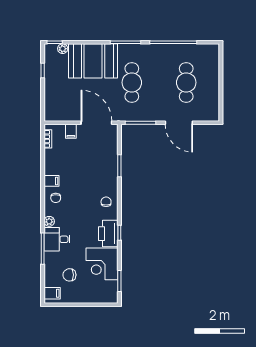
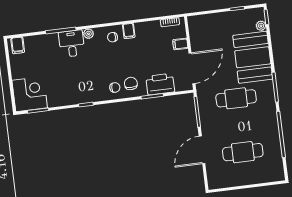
printer: (108, 234) -> (160, 84), moved
corner desk: (102, 264) -> (30, 94), moved, turned 90
chair: (69, 275) -> (131, 83), moved

